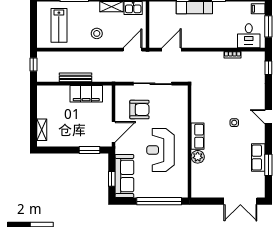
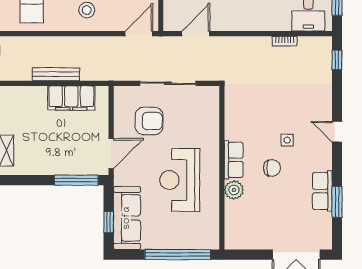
chair: (224, 142) -> (272, 168), added
window: (90, 150) -> (76, 180), width x1.44

